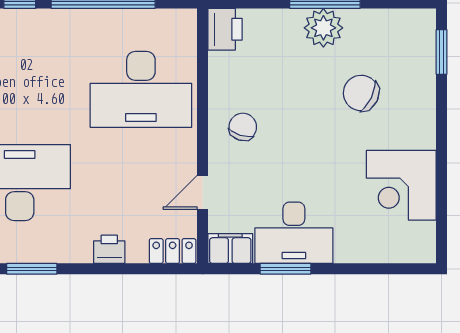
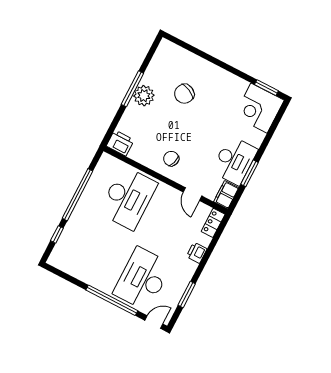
window: (442, 52) -> (266, 88), moved
corner desk: (401, 185) -> (259, 108), moved, turned 90

